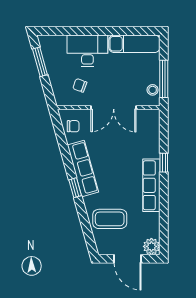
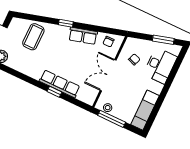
desk: (87, 51) -> (160, 66), moved
row of seats: (83, 168) -> (83, 36), width x0.68
row of seats: (151, 185) -> (60, 84), moved

